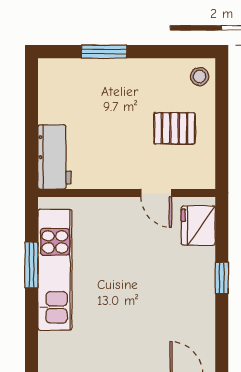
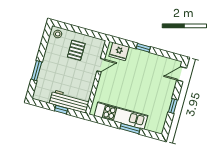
window: (31, 131) -> (61, 110), added
workbench: (55, 157) -> (69, 102), width x1.38
window: (31, 265) -> (130, 129), moved

